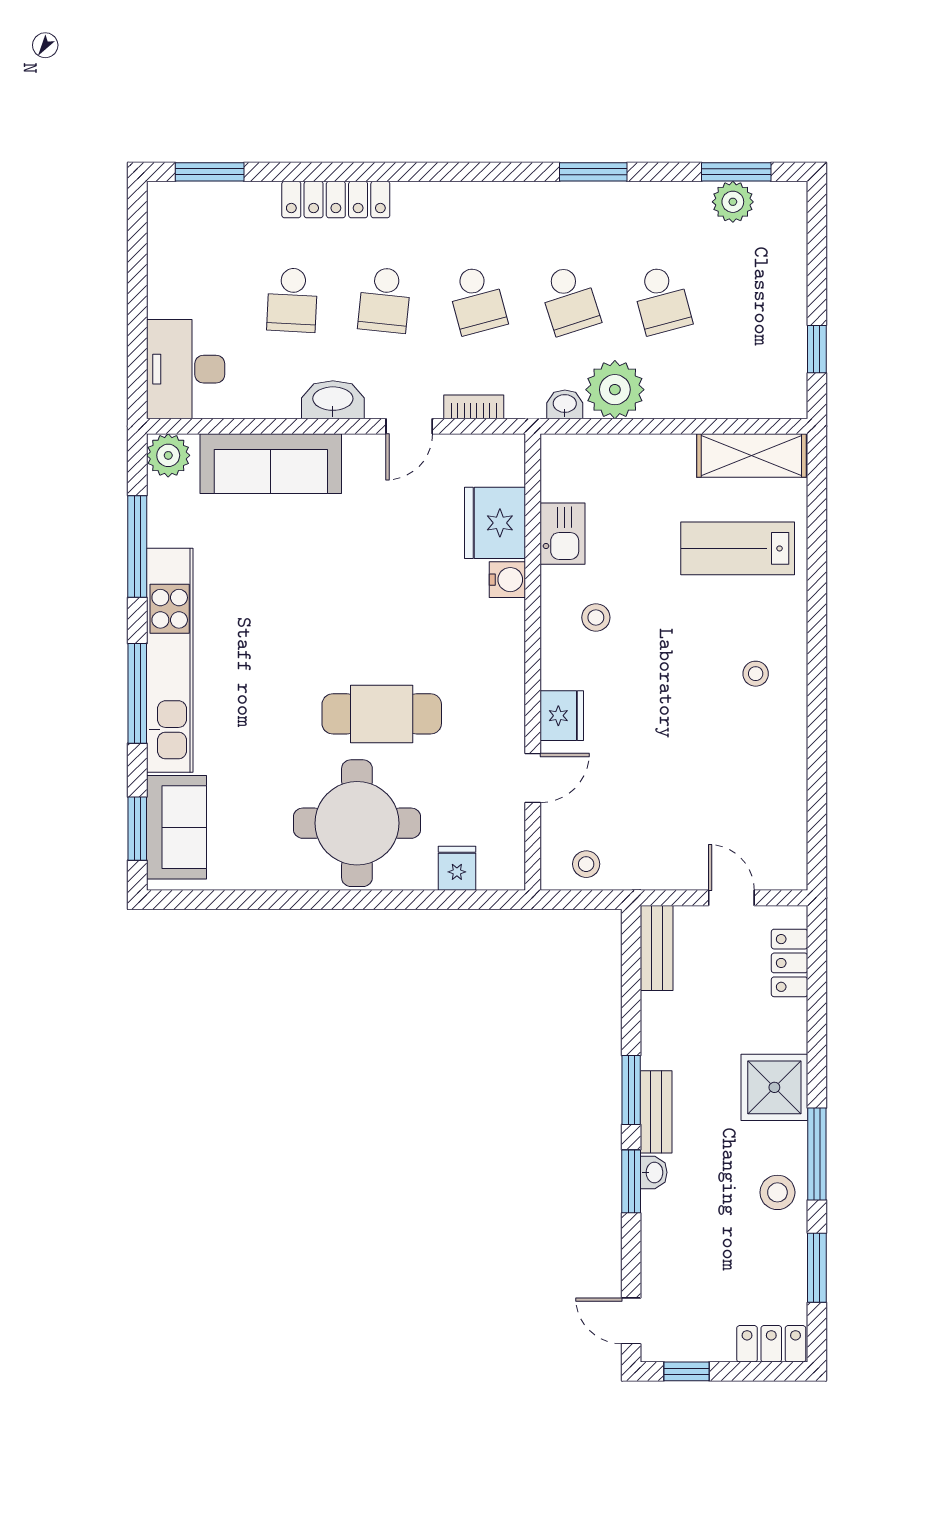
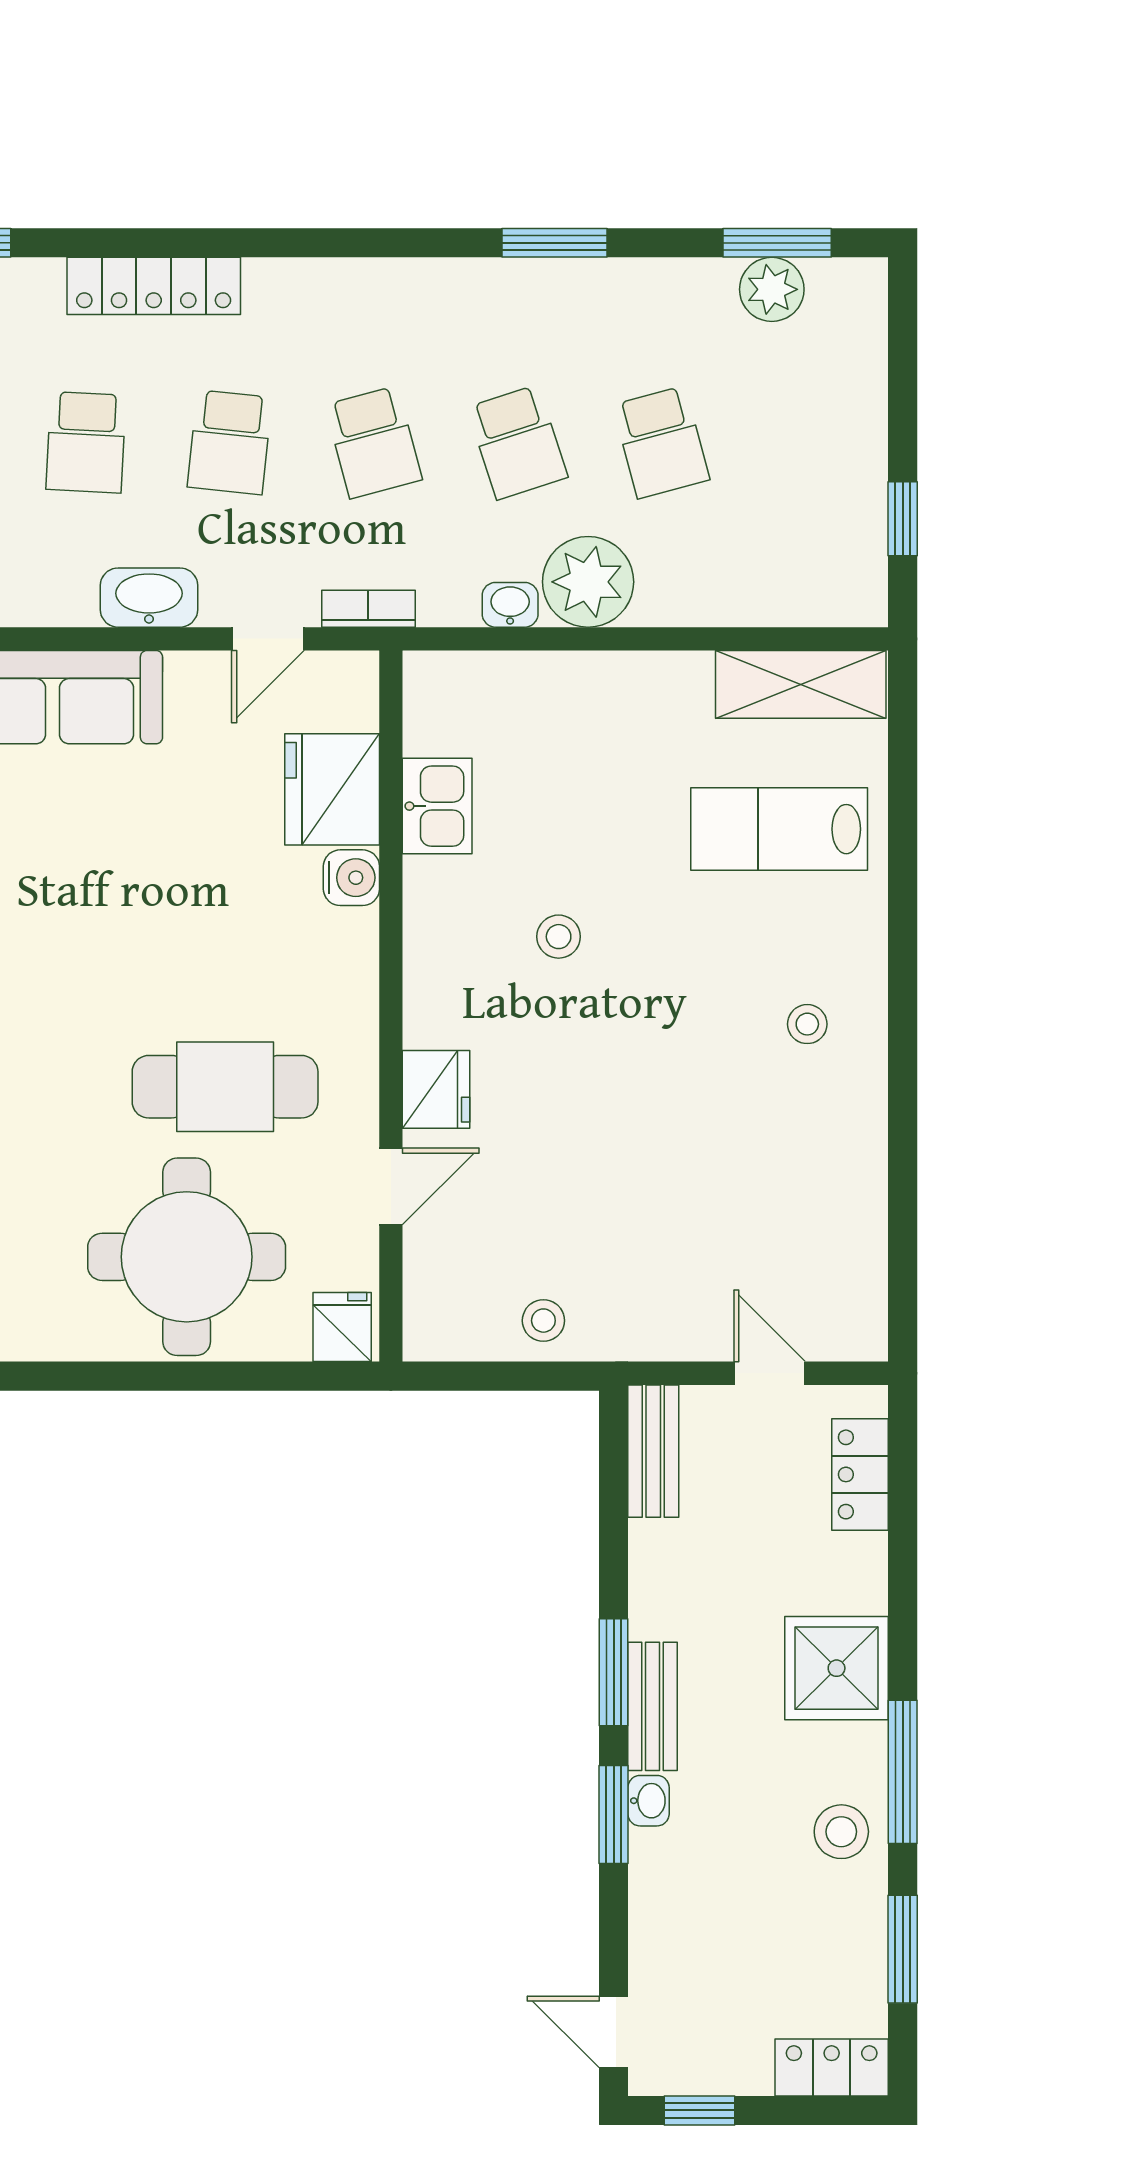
fridge: (495, 523) -> (332, 789), moved
kitchen sink: (562, 534) -> (437, 806), moved
water cooler: (507, 580) -> (351, 878), moved
wall: (533, 662) -> (391, 1006), moved
fridge: (562, 716) -> (436, 1089), moved
door: (533, 778) -> (391, 1186), moved

